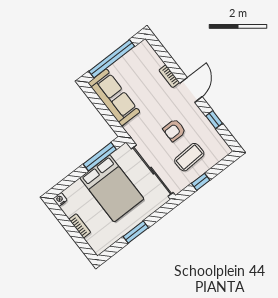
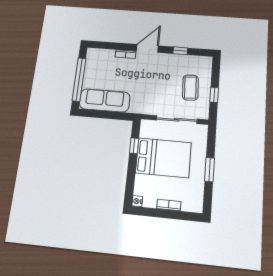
door: (191, 90) -> (147, 48), hinge flipped
armchair: (174, 130) -> (163, 81), removed
window: (100, 157) -> (134, 146), width x0.46
sliding door: (152, 171) -> (177, 120), width x0.73

